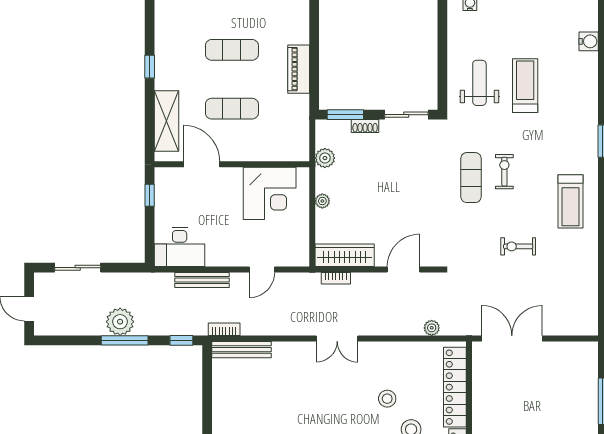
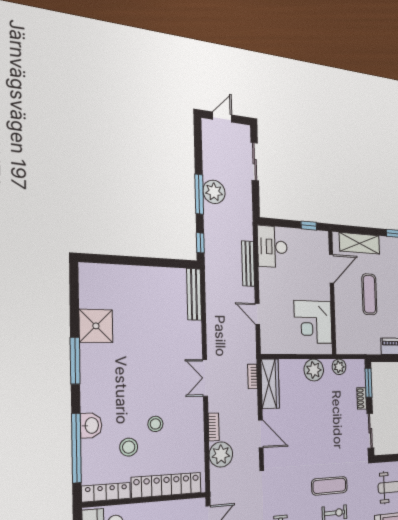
plant: (322, 201) -> (314, 370), width x1.88, depth x1.88
plant: (432, 328) -> (221, 454), width x1.88, depth x1.88
bookcase: (224, 329) -> (214, 427), moved

